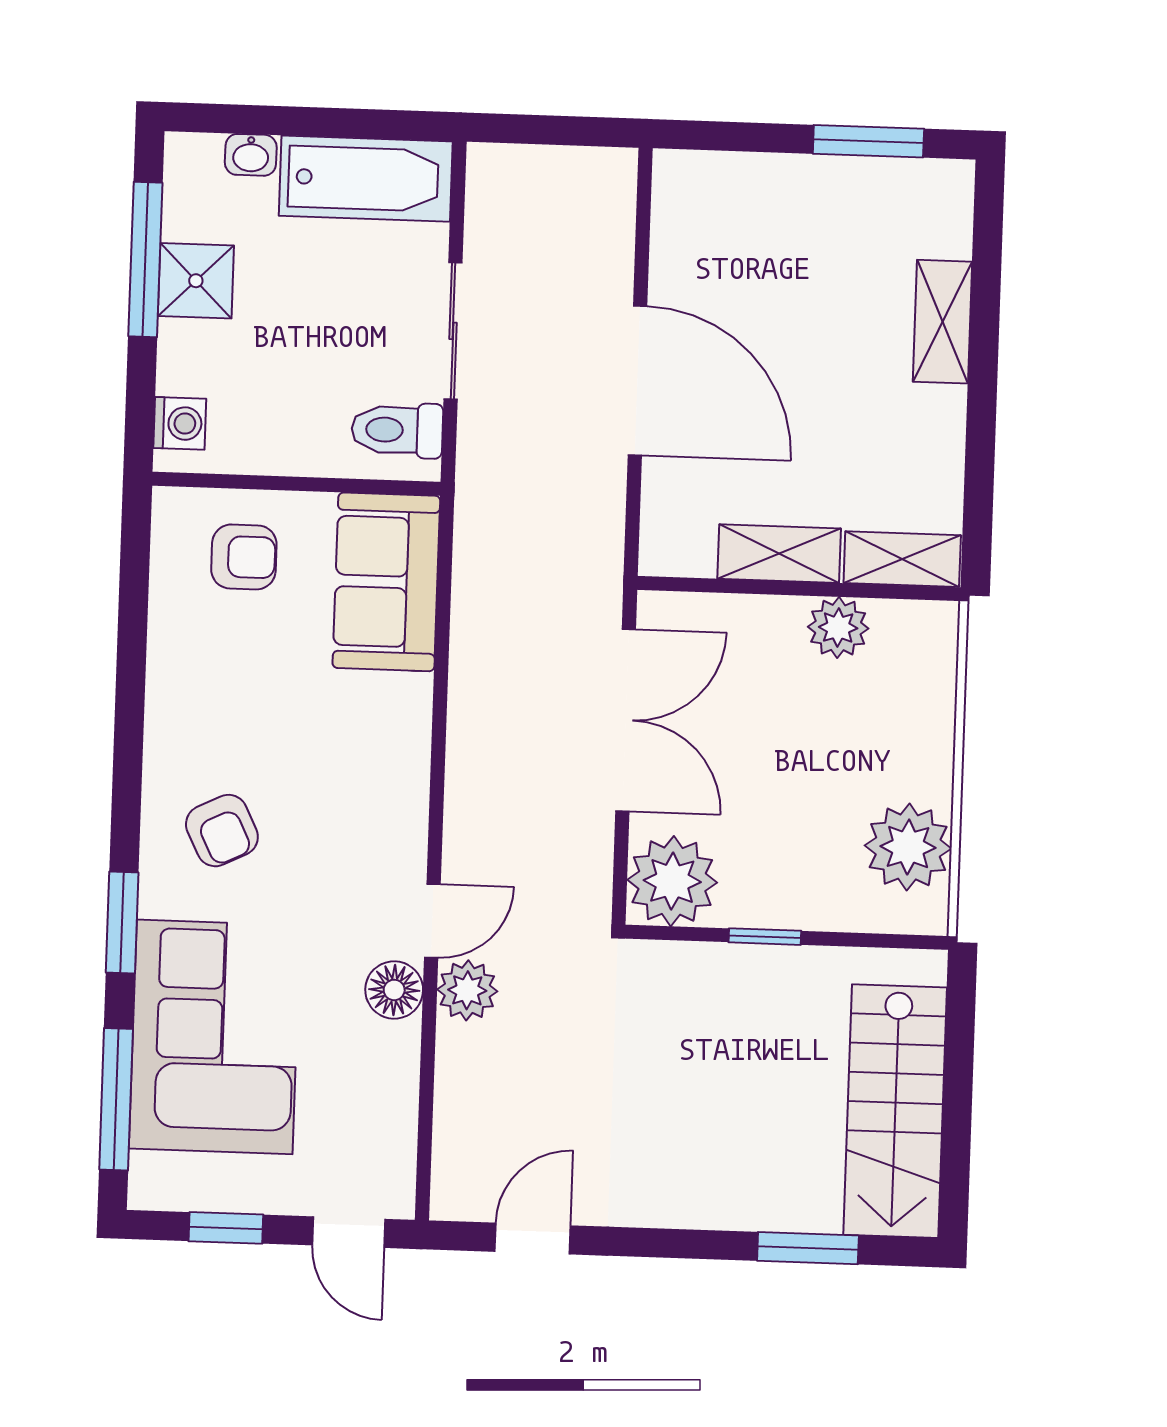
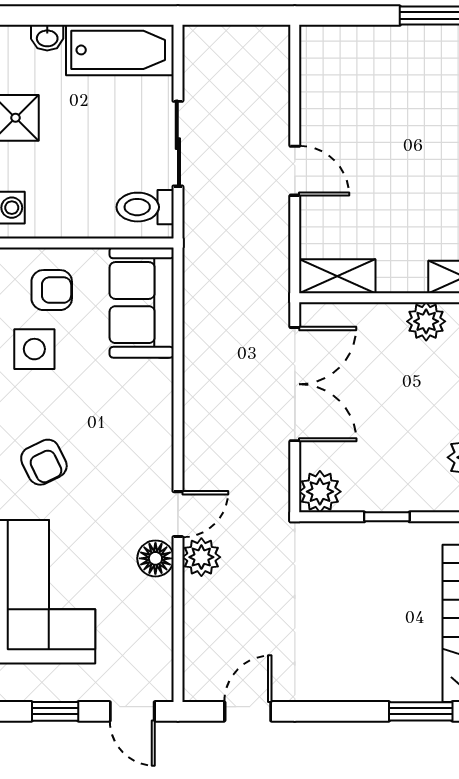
door: (637, 380) -> (295, 171), width x0.53
shelving: (779, 554) -> (337, 276), moved
side table: (213, 650) -> (34, 349), added
plant: (672, 881) -> (320, 492), width x0.73, depth x0.73

